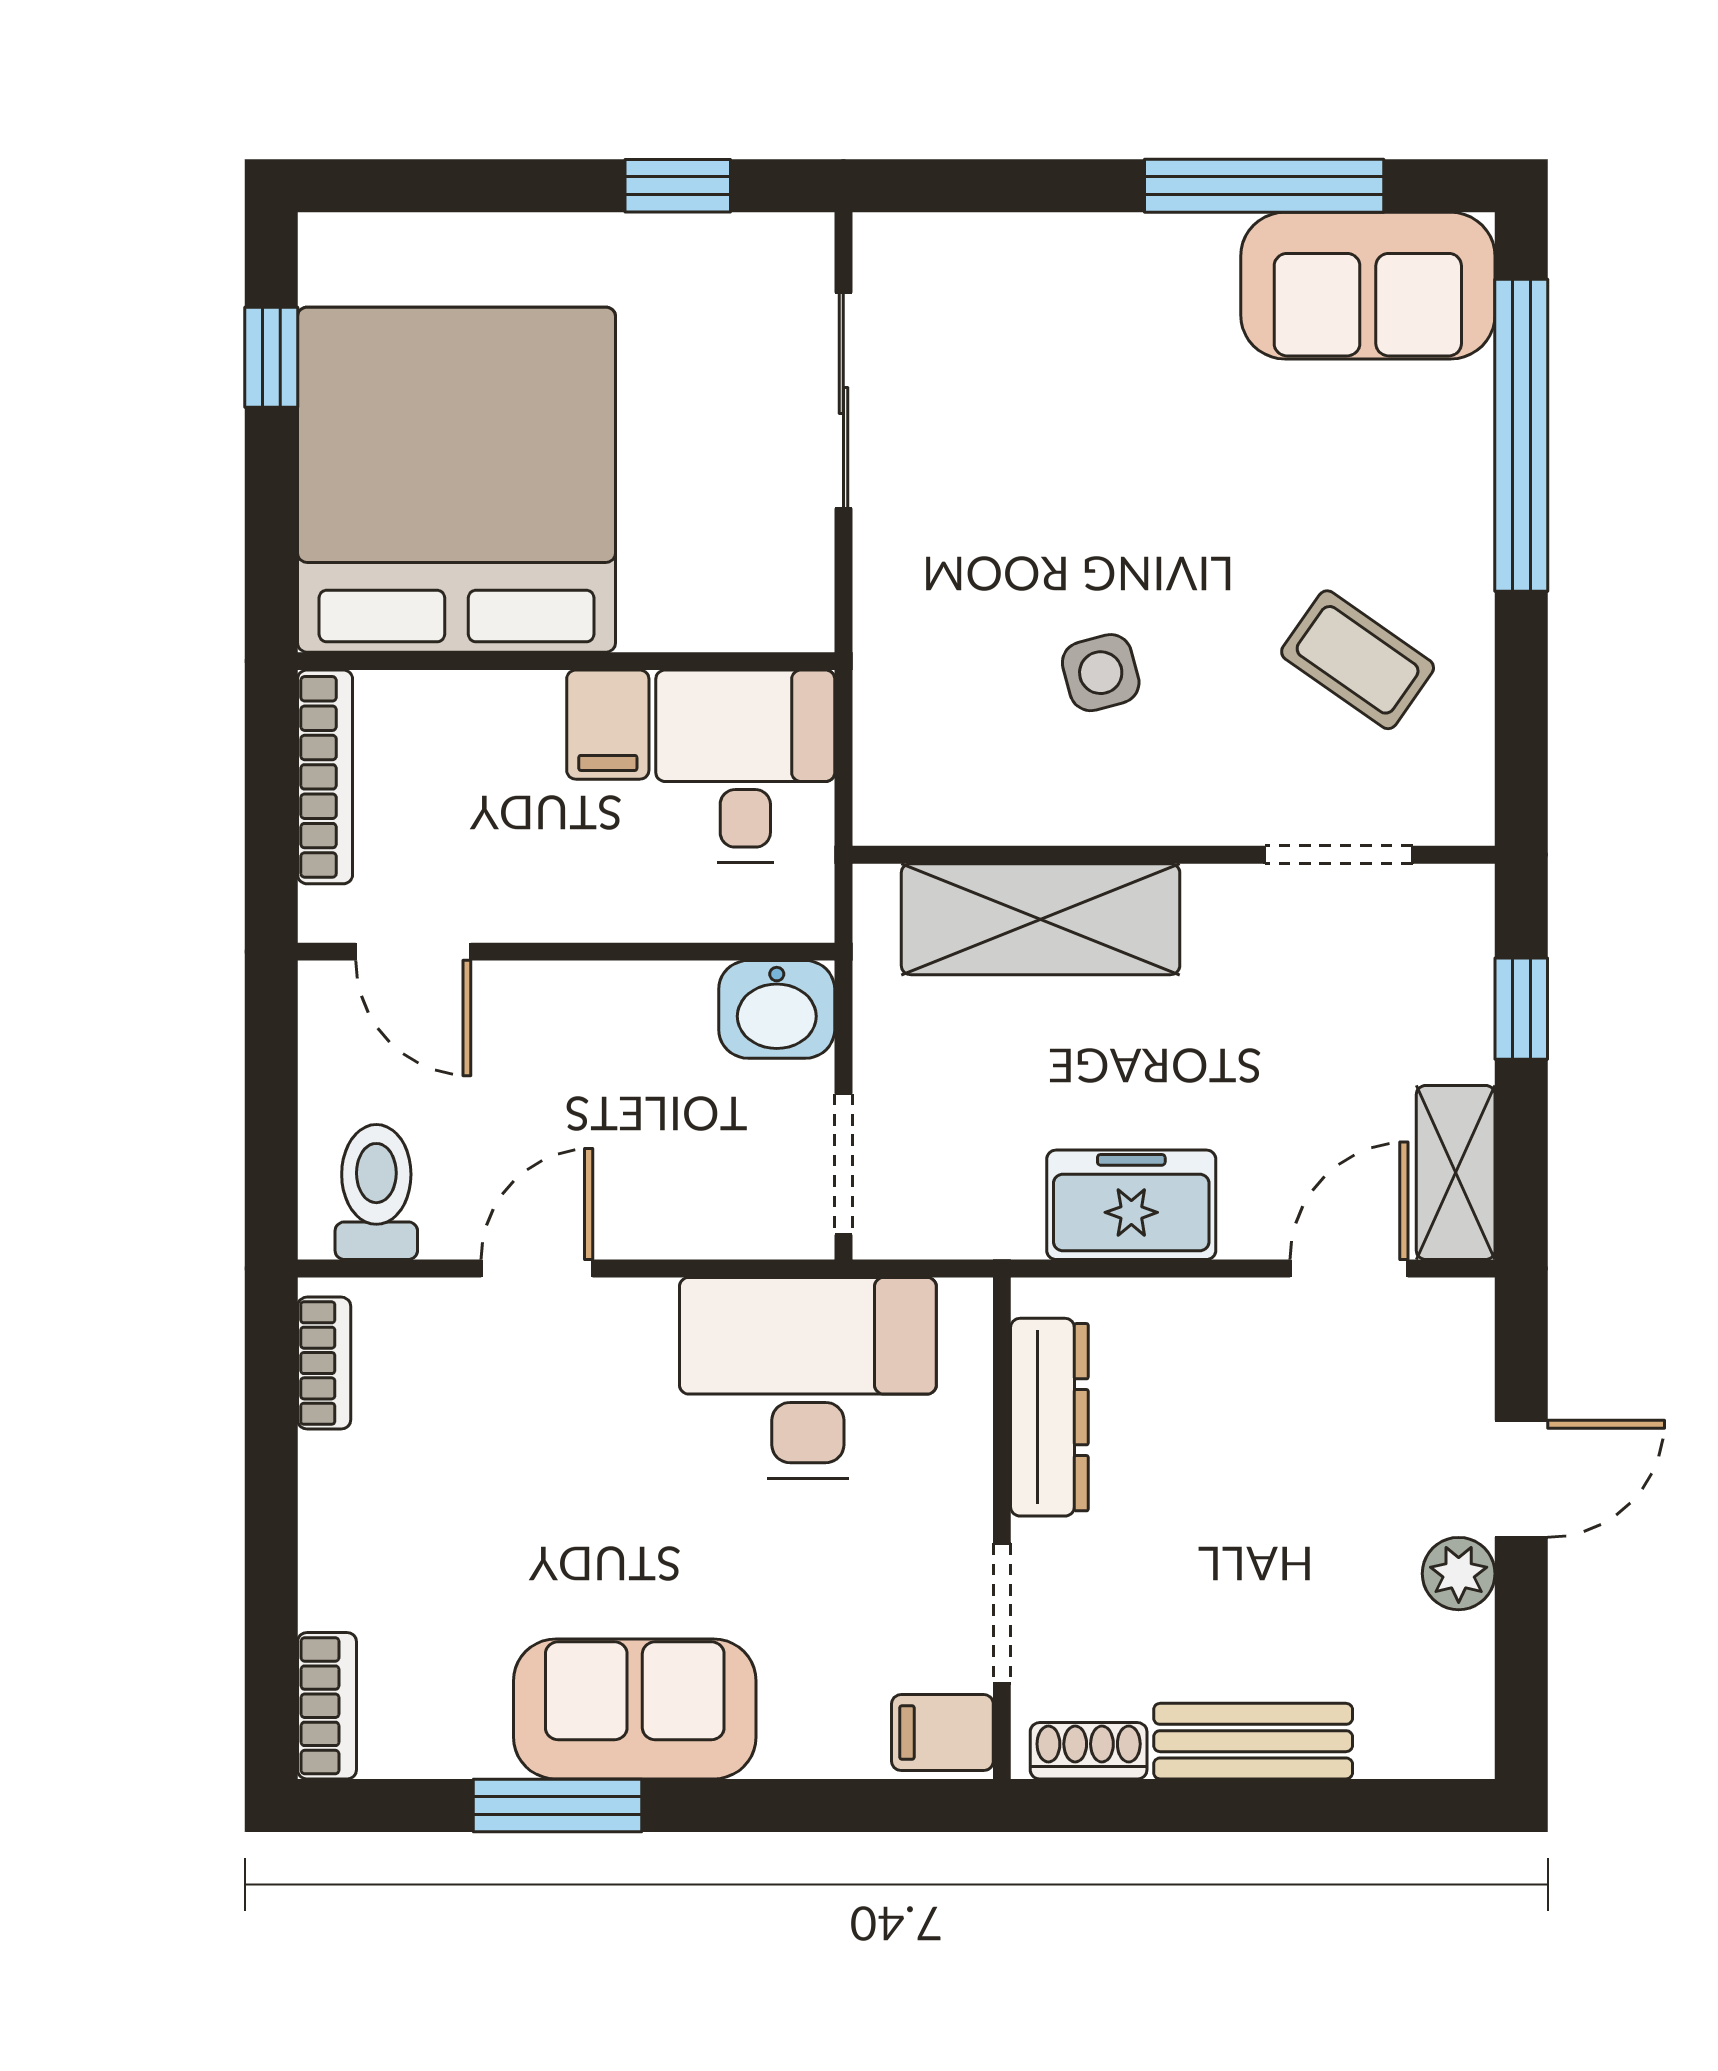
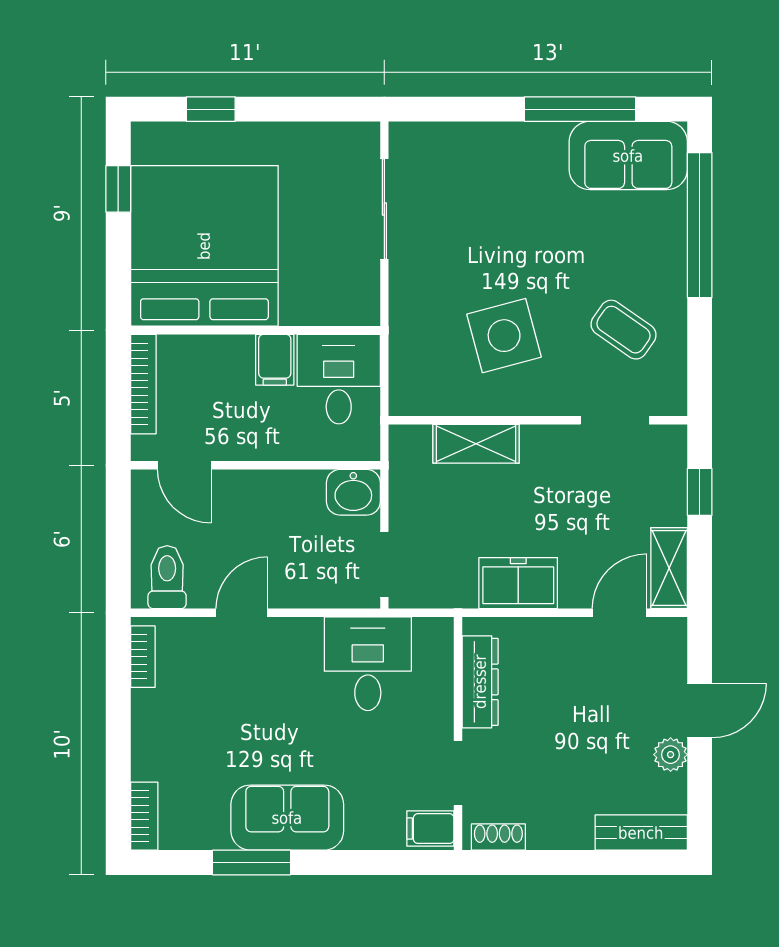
window: (678, 186) -> (211, 109), moved
side table: (1101, 673) -> (504, 336), width x1.87, depth x1.87
shelving: (1041, 919) -> (476, 444), width x0.67, depth x0.75
desk: (808, 1378) -> (368, 664), width x0.73
bench: (1253, 1741) -> (641, 833), moved

